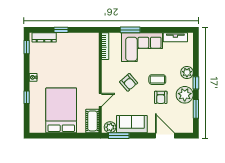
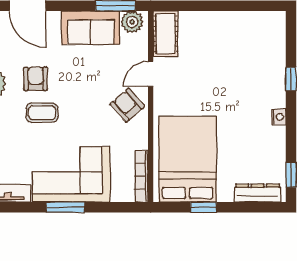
window: (61, 30) -> (203, 207), moved
window: (130, 30) -> (65, 207), moved
armchair: (129, 82) -> (127, 105), moved
bed: (61, 110) -> (188, 159), moved, turned 180

